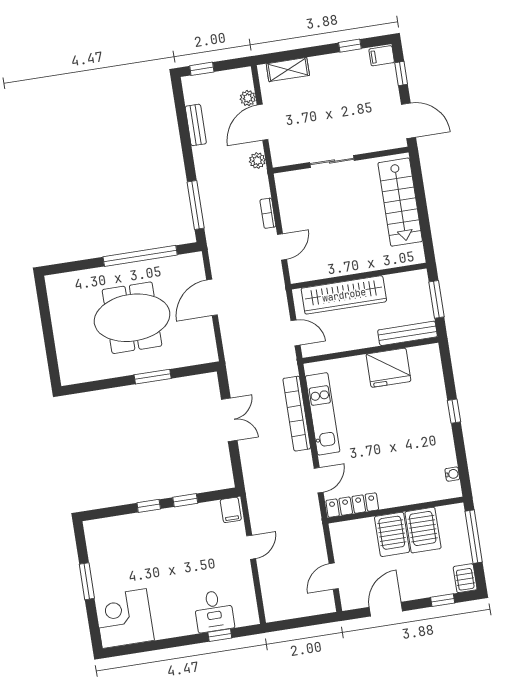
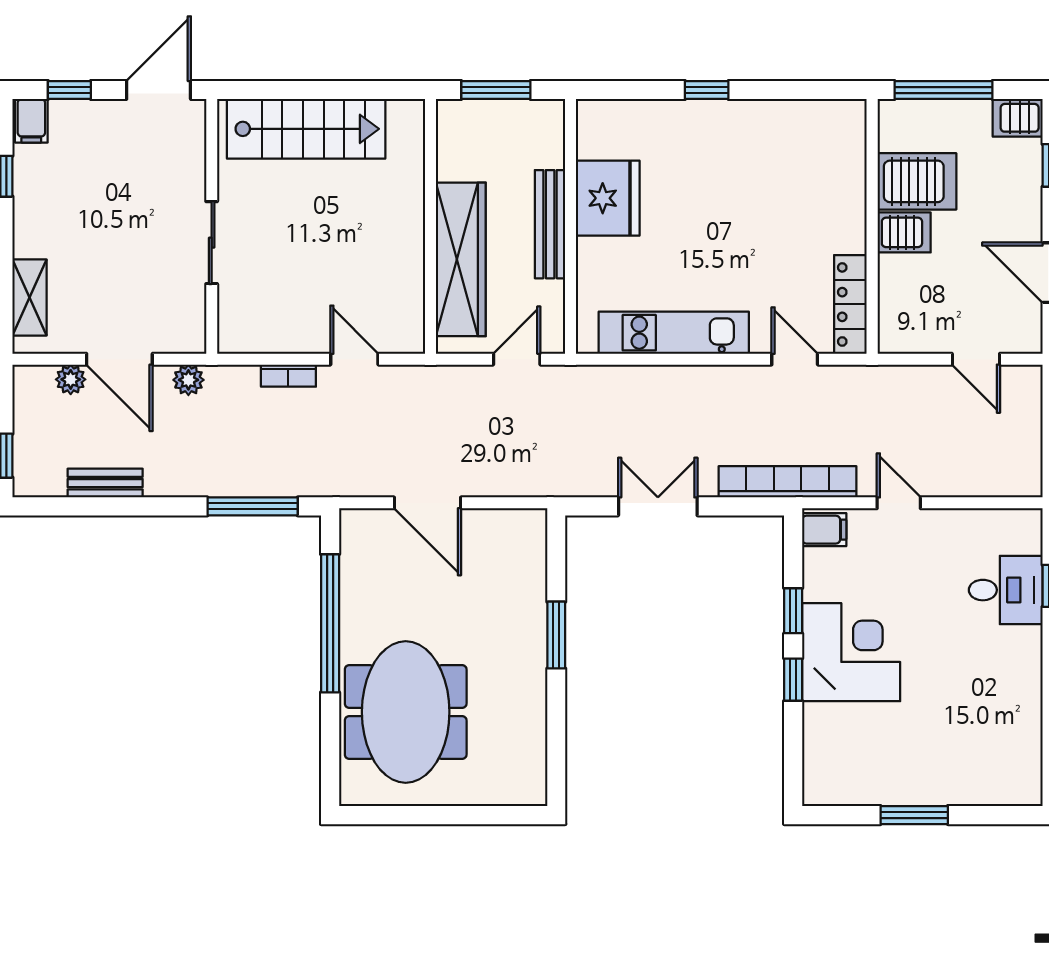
meeting table: (132, 318) -> (406, 712), moved
bench: (408, 333) -> (550, 224), moved
bookcase: (297, 414) -> (788, 482), moved, turned 180
water cooler: (452, 474) -> (822, 111), removed
server rack: (392, 534) -> (904, 232), width x0.73, depth x0.70
corner desk: (124, 619) -> (851, 652), moved, turned 180

